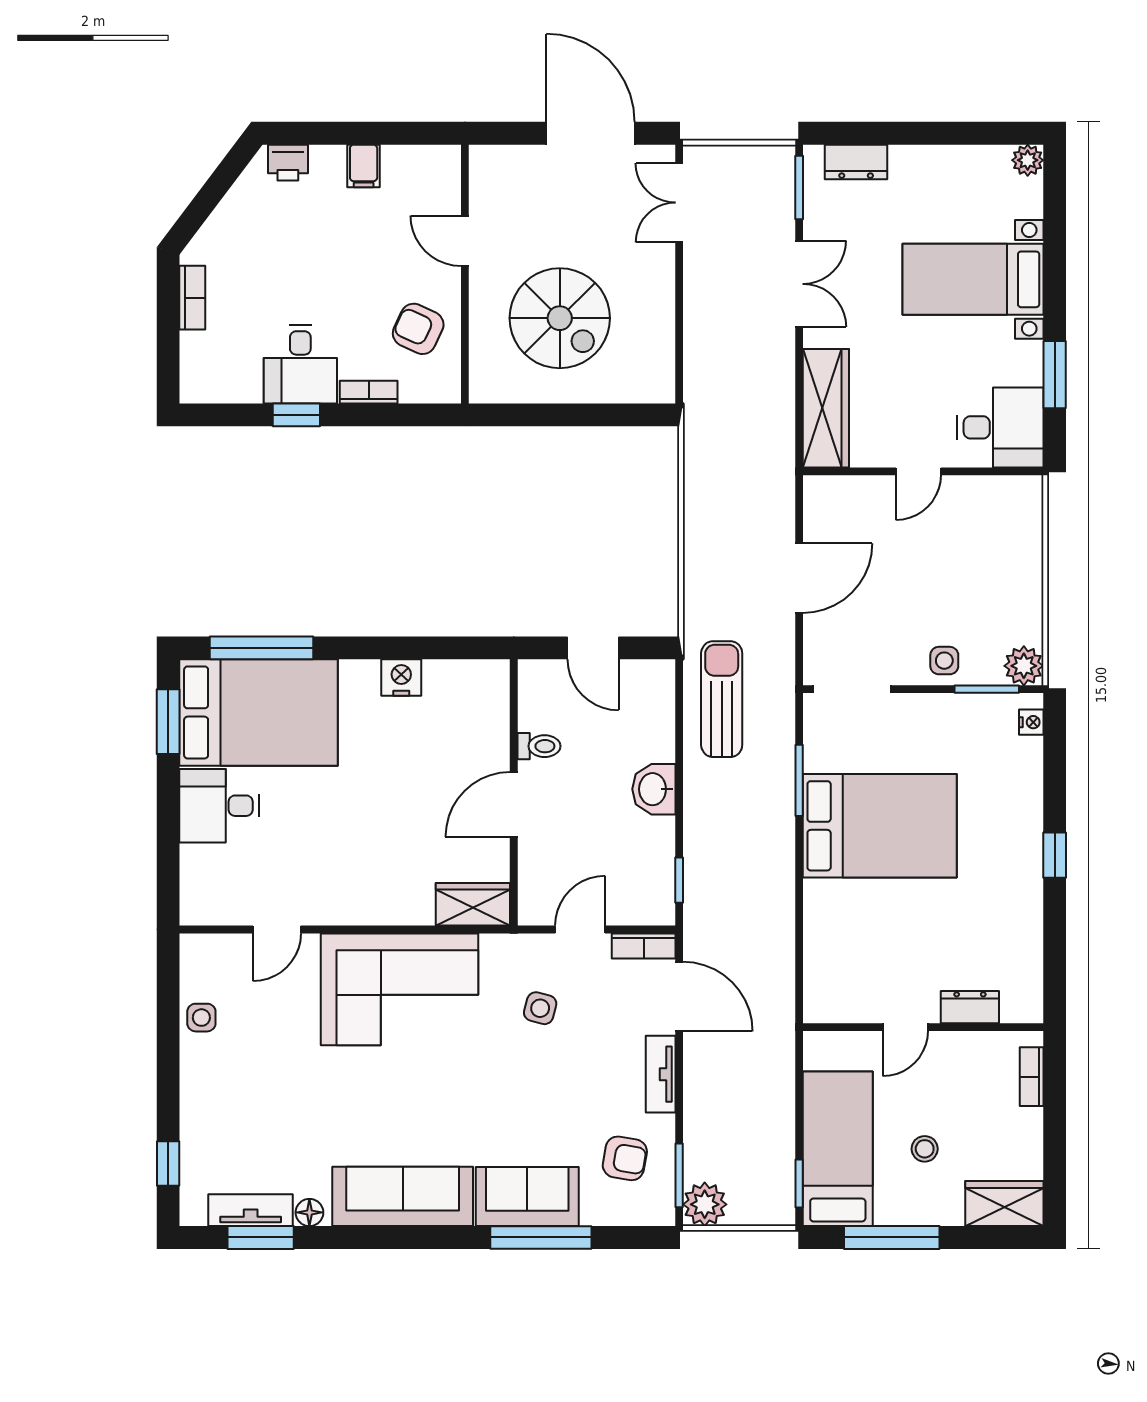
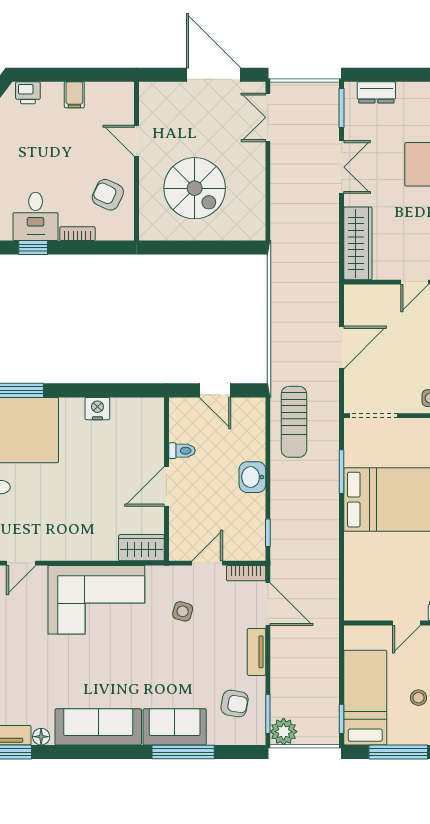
sun lounger: (722, 699) -> (294, 422), turned 180

